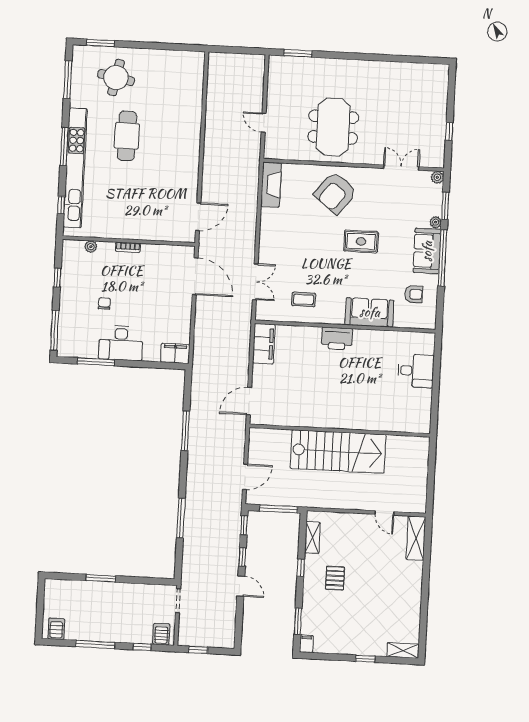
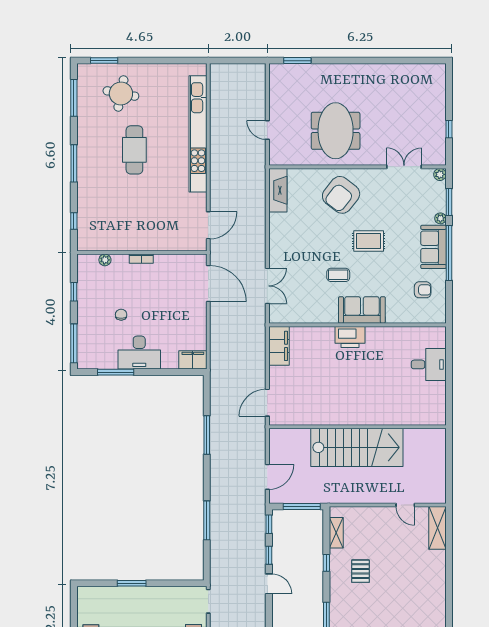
kitchen unit: (75, 168) -> (198, 134), moved, turned 180
coffee table: (303, 299) -> (338, 275), moved
sofa: (370, 312) -> (362, 310), moved

